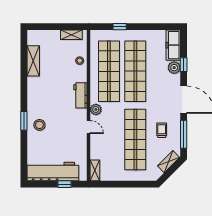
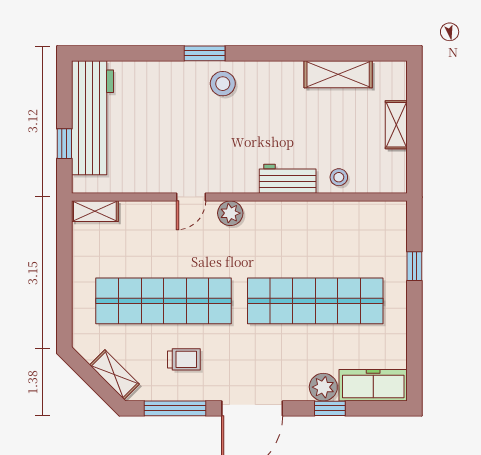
shelving: (71, 35) -> (396, 125), moved
shop shelf: (109, 71) -> (315, 242), removed
workbench: (80, 95) -> (288, 179), moved
stool: (39, 125) -> (223, 84), moved

